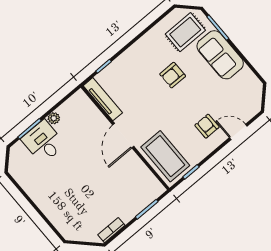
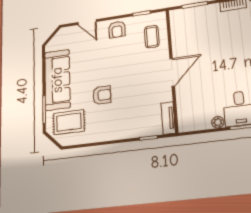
sofa: (220, 55) -> (57, 80), width x1.36
tv unit: (103, 99) -> (168, 118), width x0.71
armchair: (207, 126) -> (117, 29), moved
coffee table: (165, 156) -> (152, 37), width x0.54, depth x0.58

